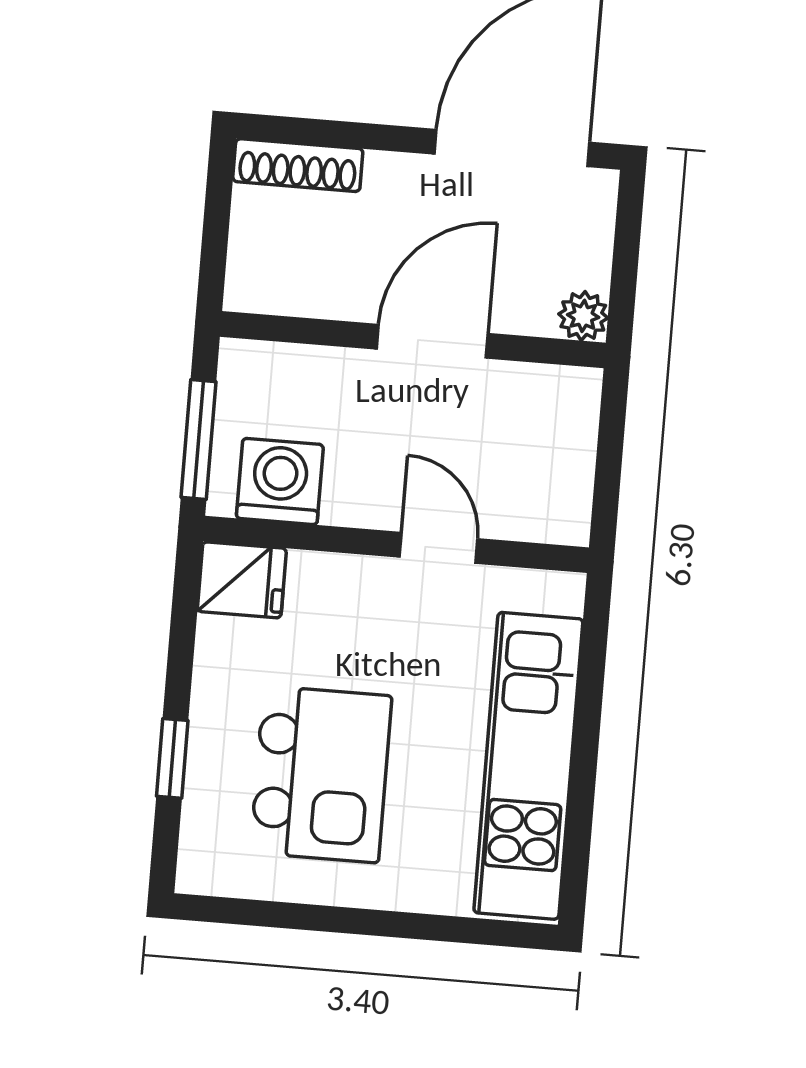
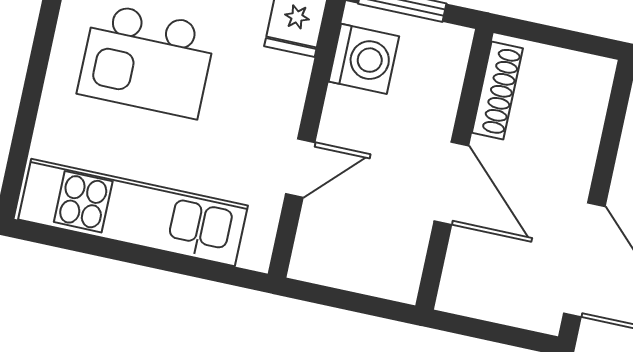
shoe rack: (298, 165) -> (497, 90), moved, turned 180
plant: (583, 316) -> (455, 296), removed

